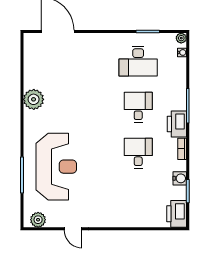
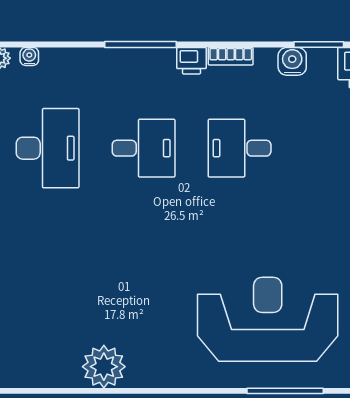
plant: (34, 99) -> (104, 367), moved
desk: (138, 107) -> (144, 148), turned 180
printer: (177, 124) -> (191, 61), width x0.53, depth x0.68

